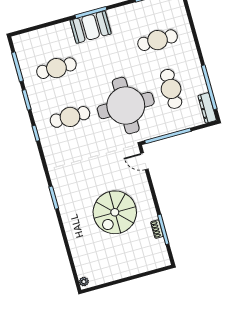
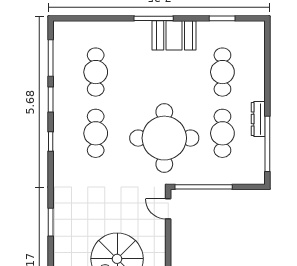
booth: (91, 27) -> (174, 35), moved
cafe table: (158, 40) -> (222, 72), turned 90
cafe table: (56, 68) -> (96, 72), turned 90
dresser: (207, 108) -> (258, 119), moved
cafe table: (70, 117) -> (96, 133), turned 90

